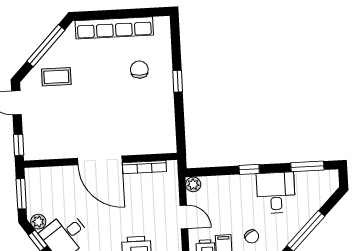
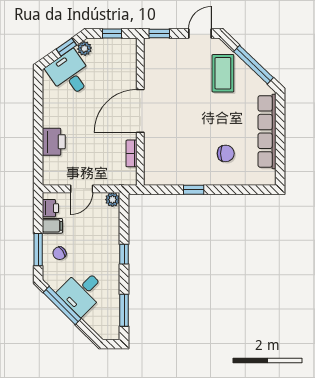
coffee table: (56, 77) -> (223, 73), width x1.36, depth x1.30
window: (178, 81) -> (194, 190), moved
bookcase: (144, 167) -> (132, 153), width x0.64
desk: (276, 193) -> (82, 292), moved, turned 135
window: (21, 194) -> (112, 34), width x0.67

